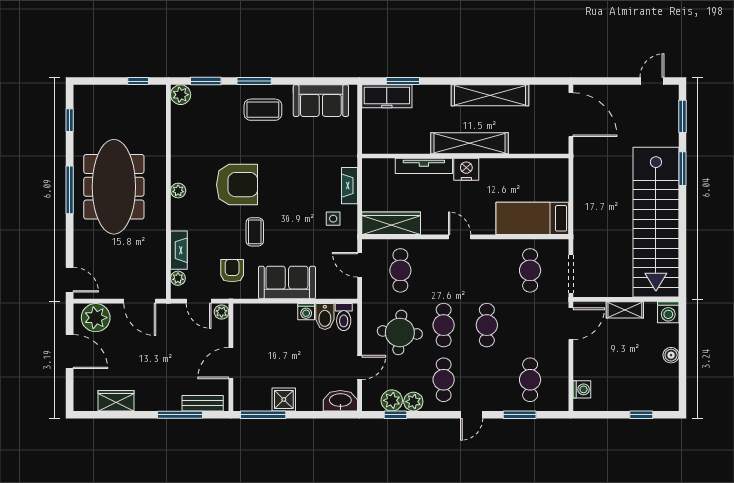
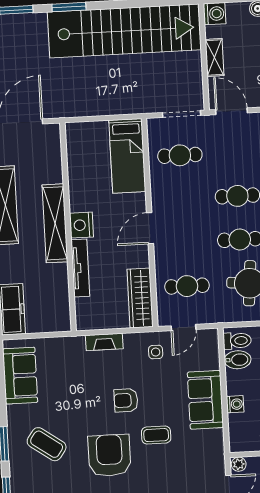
coffee table: (263, 110) -> (47, 444), moved, turned -55
side table: (333, 219) -> (156, 352), moved
door: (460, 237) -> (150, 228), width x1.38
armchair: (232, 271) -> (126, 400), moved
washing machine: (306, 312) -> (235, 404), moved

